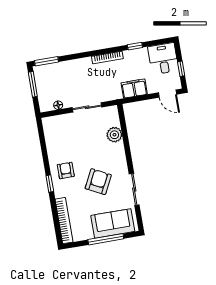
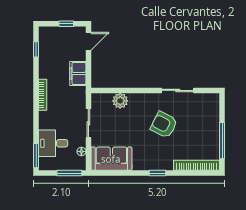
window: (135, 46) -> (36, 49), moved
desk: (163, 59) -> (53, 143), moved
window: (33, 84) -> (69, 173), moved
armchair: (66, 170) -> (147, 155), removed
sofa: (113, 223) -> (111, 159), moved, turned 90
window: (106, 239) -> (222, 141), moved

